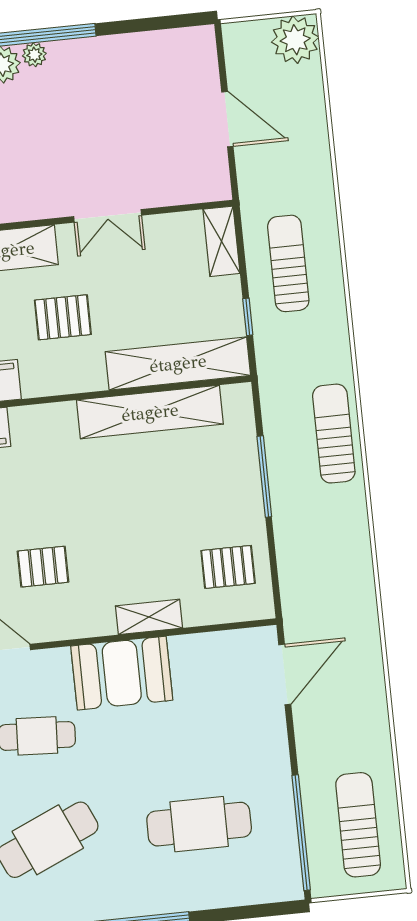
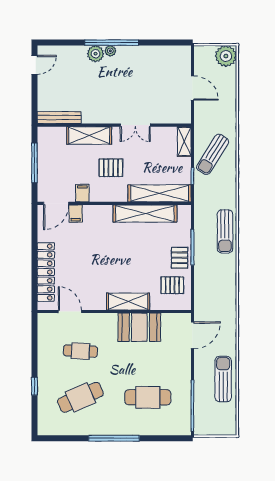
sun lounger: (288, 263) -> (213, 154), turned -148
sun lounger: (334, 434) -> (225, 231), turned 180
pallet: (43, 567) -> (180, 258), moved, turned 90
shelving: (149, 617) -> (128, 302), width x1.50, depth x1.33
booth: (122, 673) -> (139, 327), moved
sun lounger: (358, 825) -> (223, 379), moved

